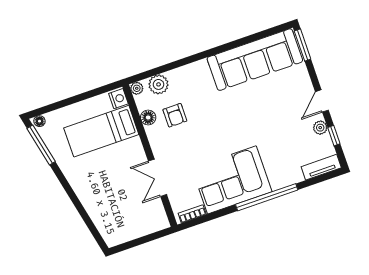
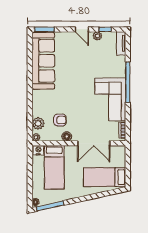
floor lamp: (148, 117) -> (67, 136), moved
double door: (158, 178) -> (94, 143), width x1.37
bed: (113, 212) -> (105, 177), added

